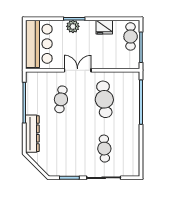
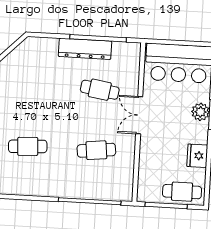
double door: (78, 70) -> (139, 115), swing flipped
cafe table: (104, 99) -> (96, 150), width x0.73, depth x0.74
dresser: (32, 134) -> (85, 49), moved

